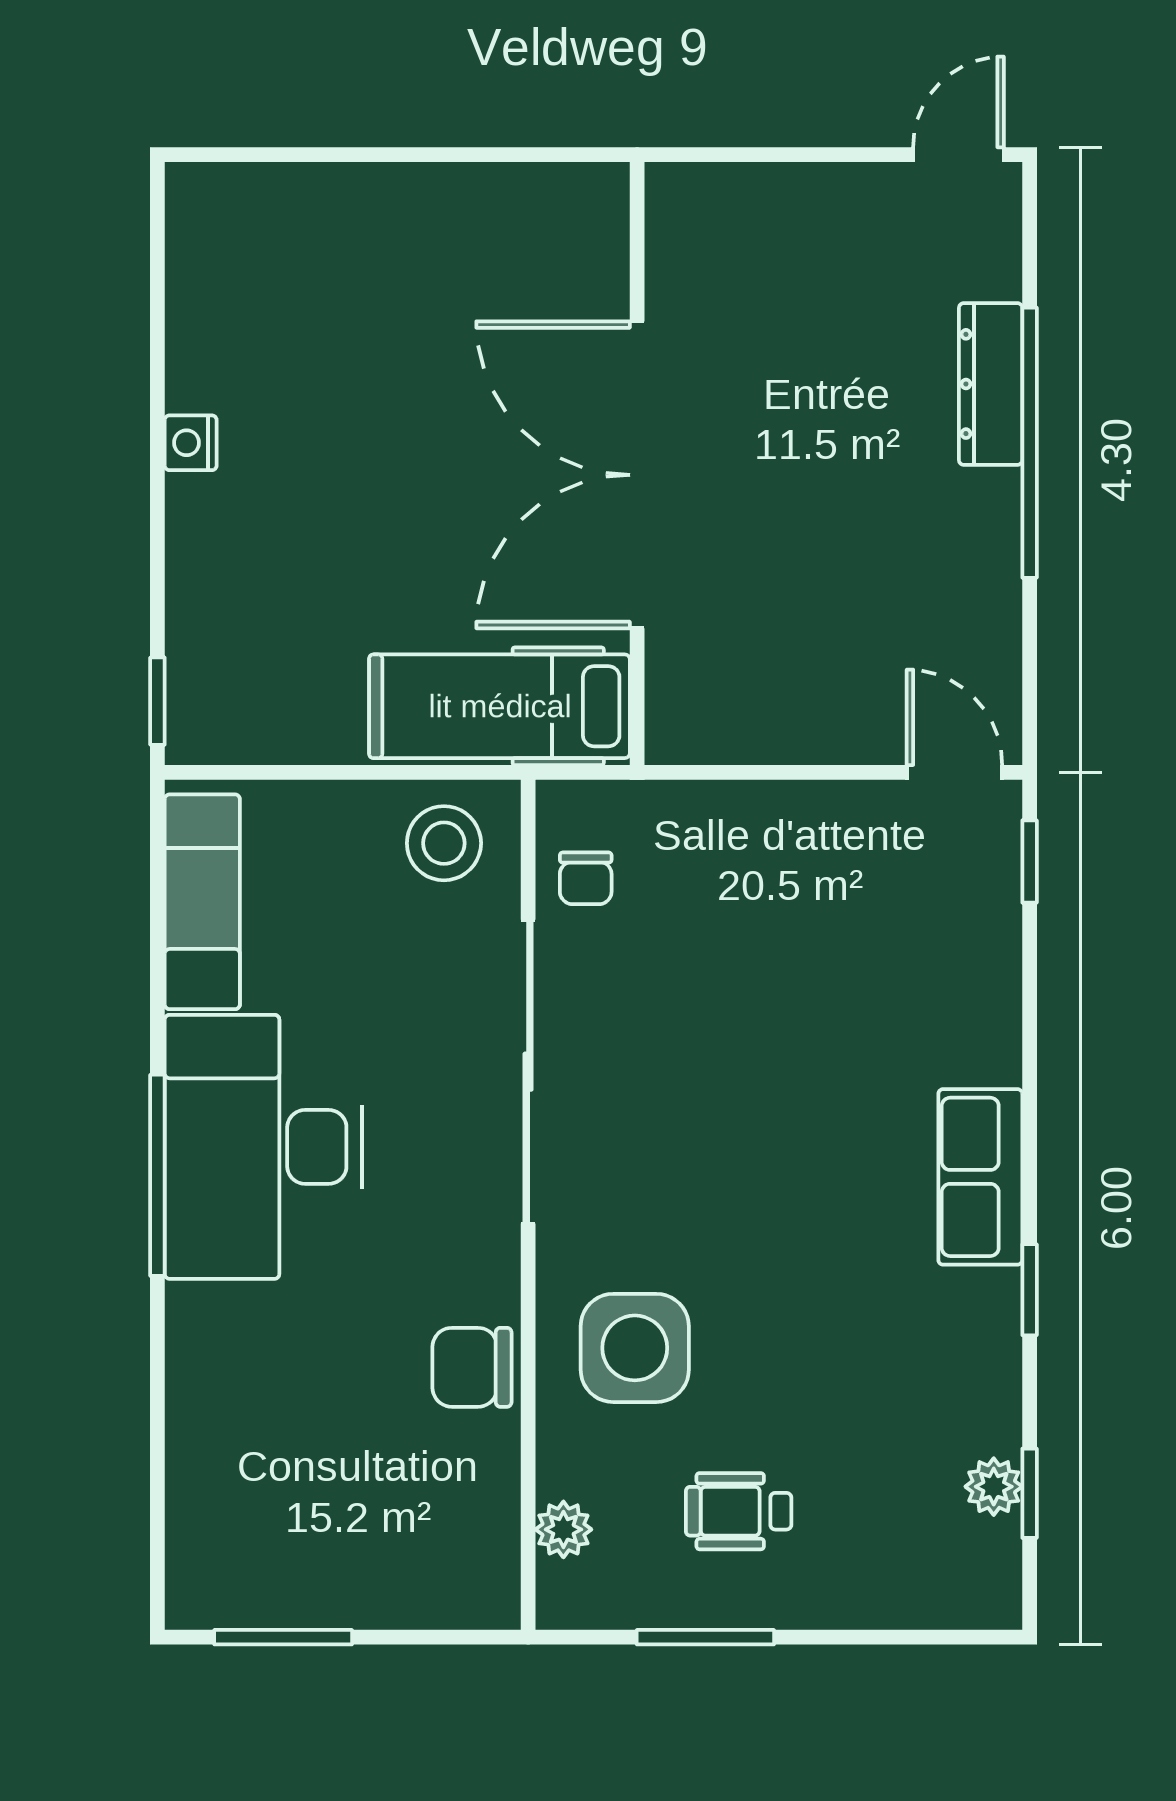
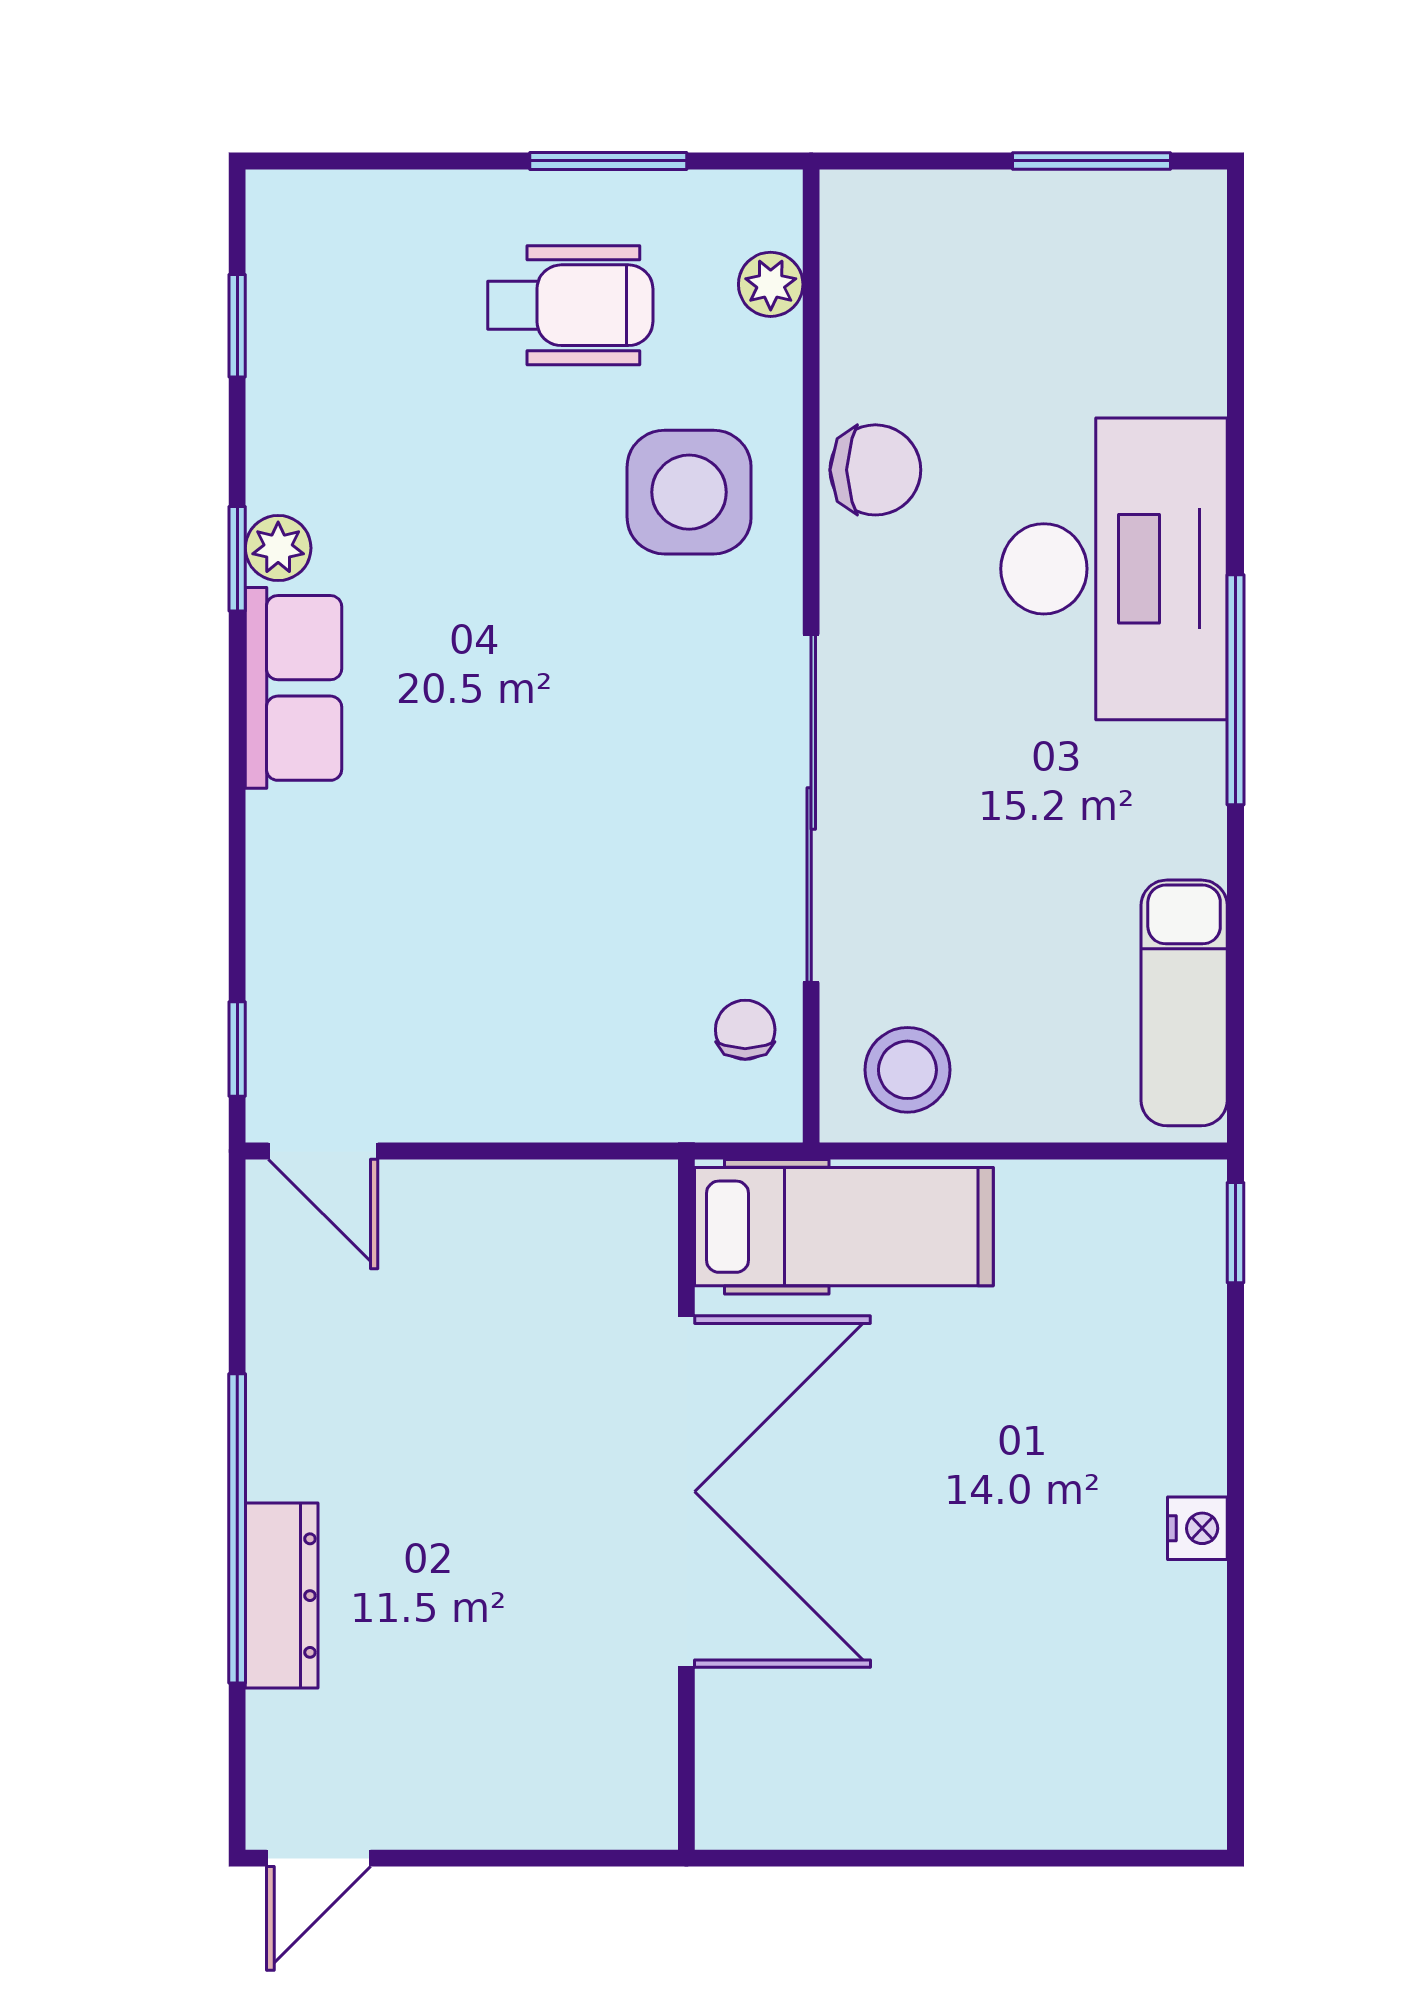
desk: (263, 1147) -> (1114, 569), moved
plant: (994, 1487) -> (278, 548), moved
wheelchair: (739, 1511) -> (570, 305), width x1.36, depth x1.37

